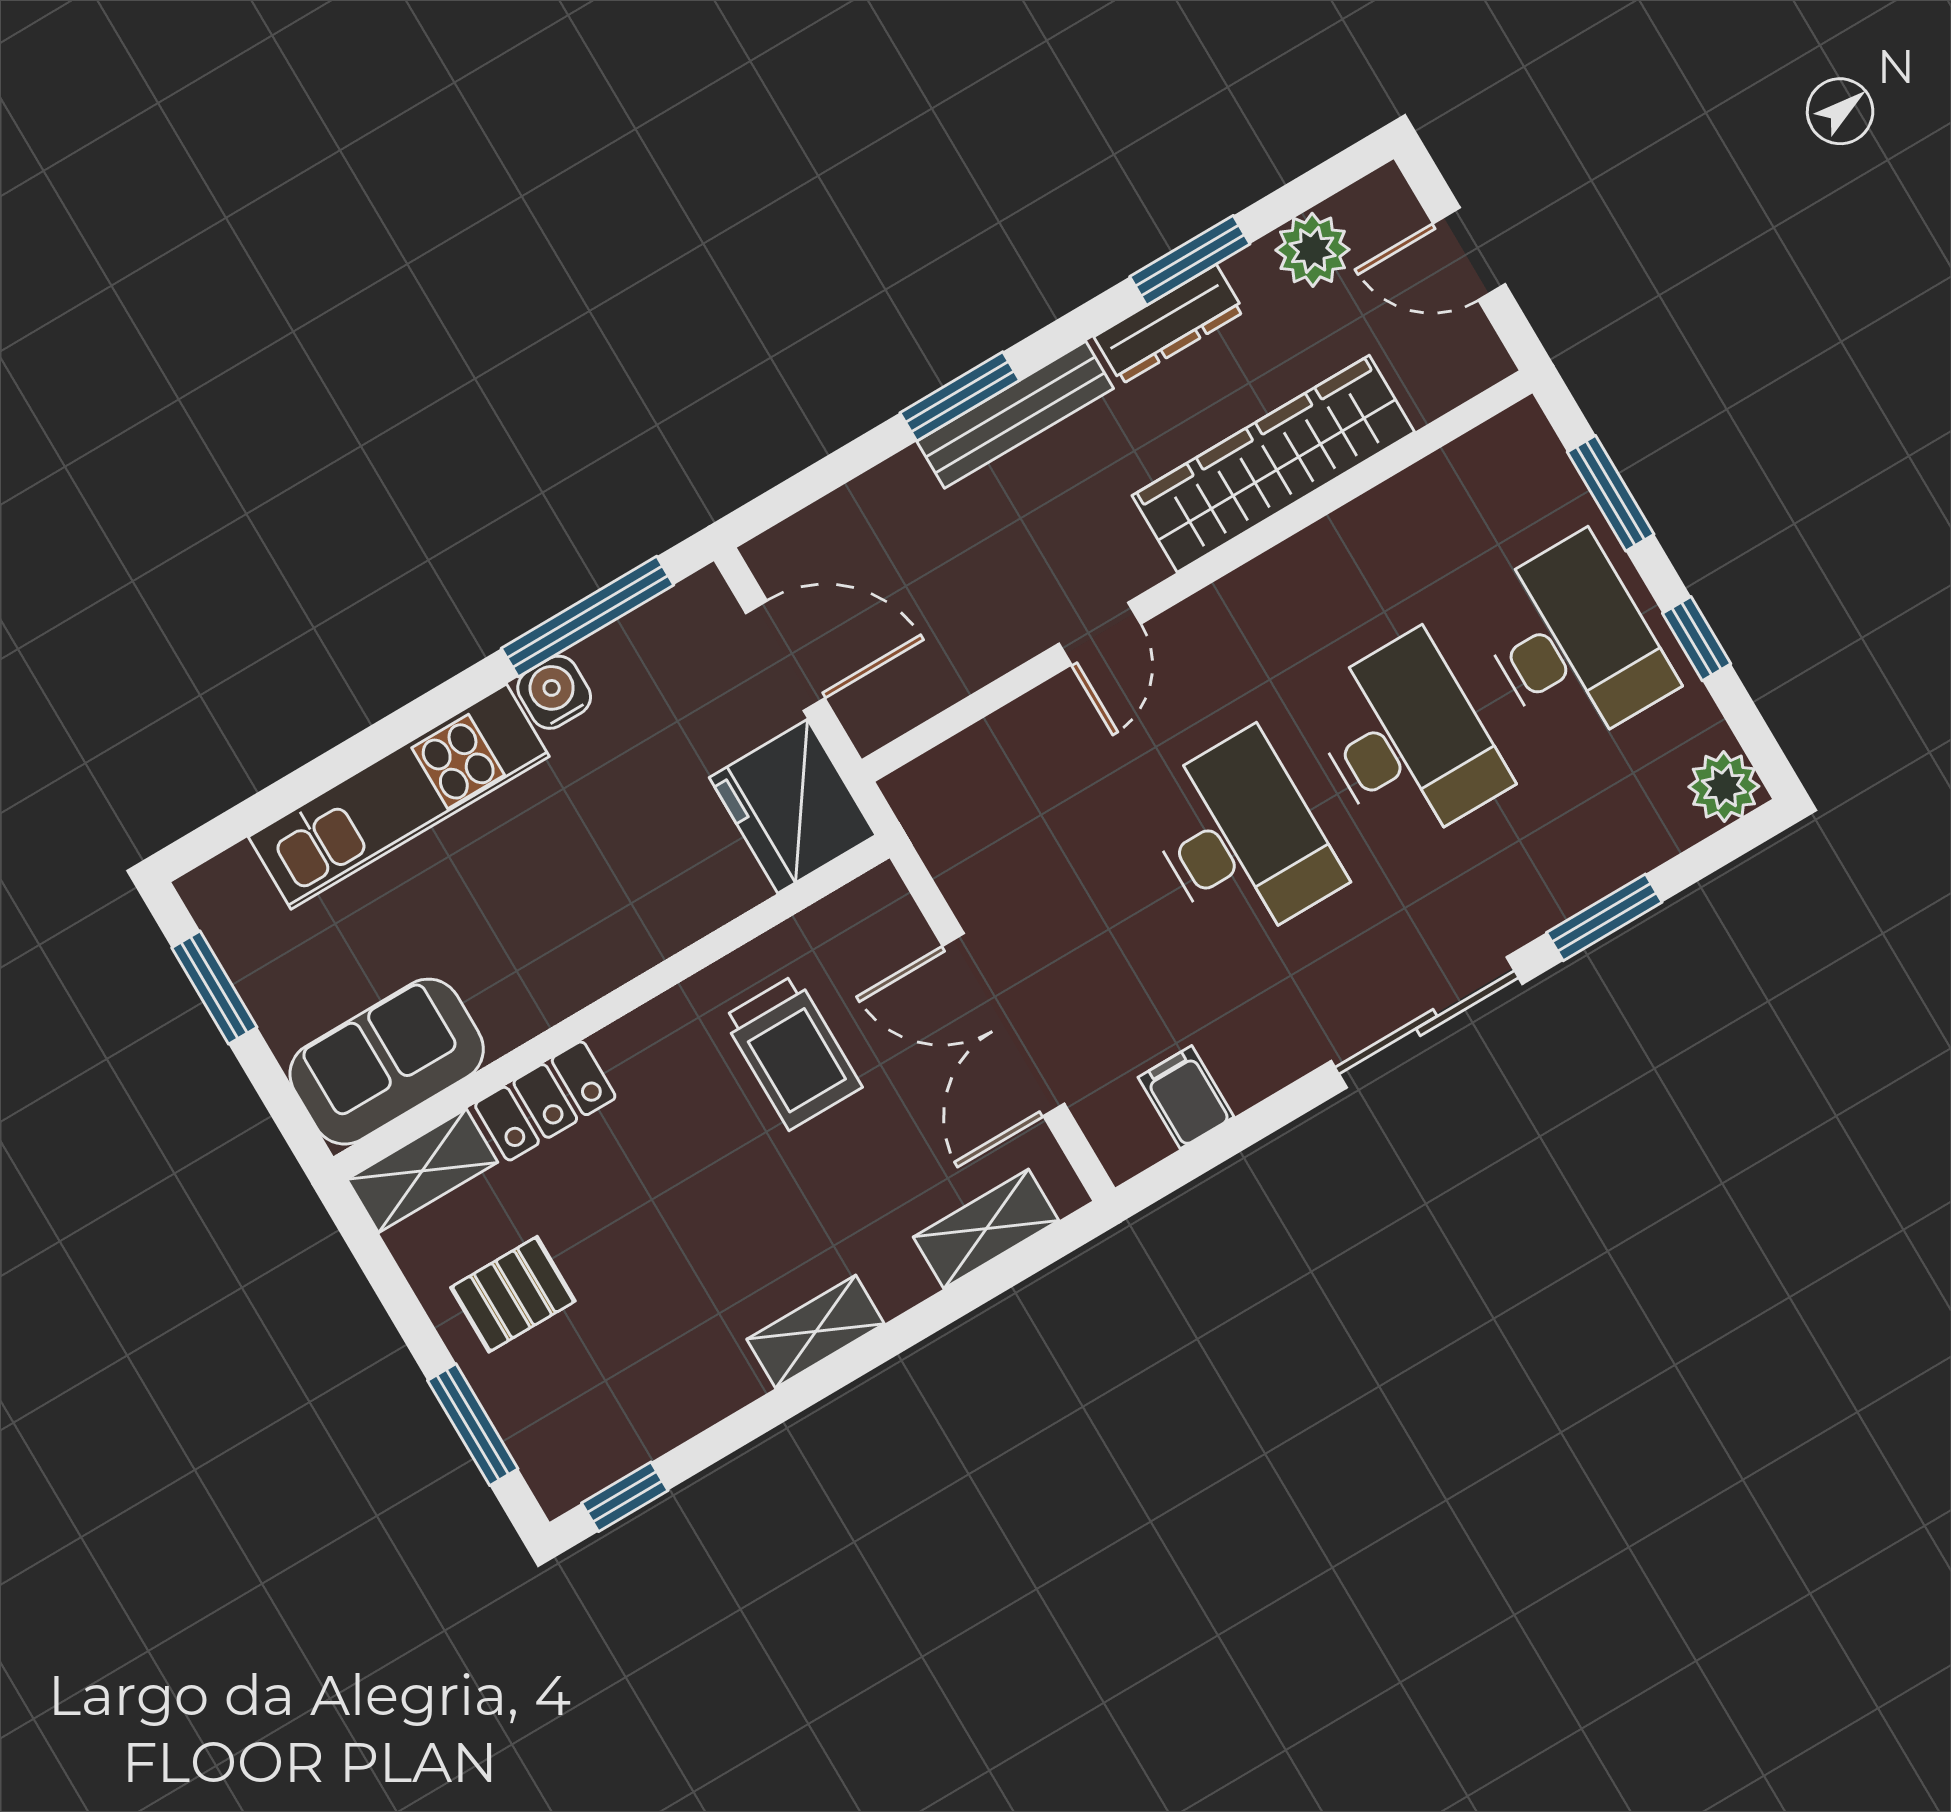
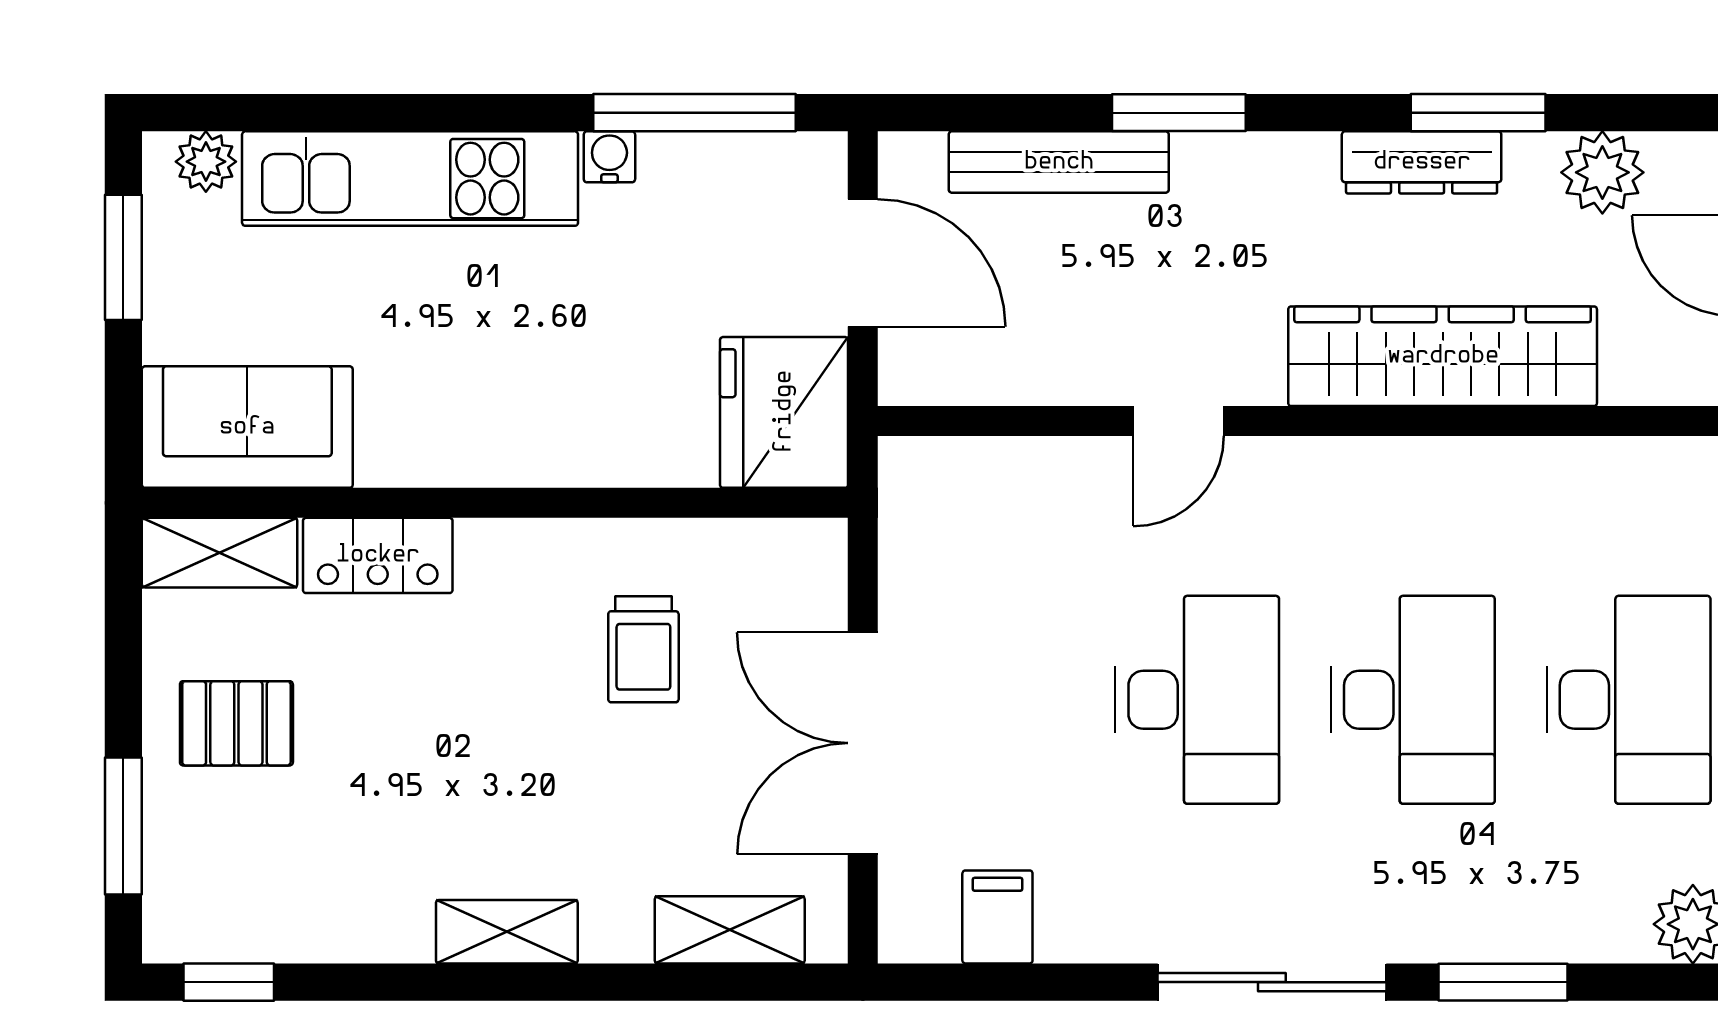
bench: (1015, 415) -> (1059, 162), moved
water cooler: (554, 692) -> (609, 157), width x0.72, depth x0.72
plant: (234, 876) -> (206, 162), added
trolley: (792, 1052) -> (643, 649), width x0.73, depth x0.72

